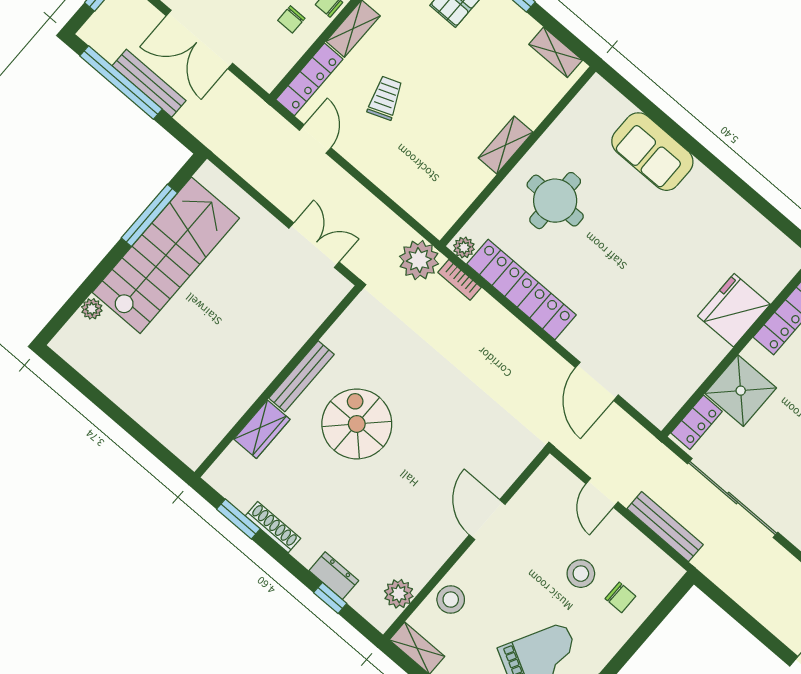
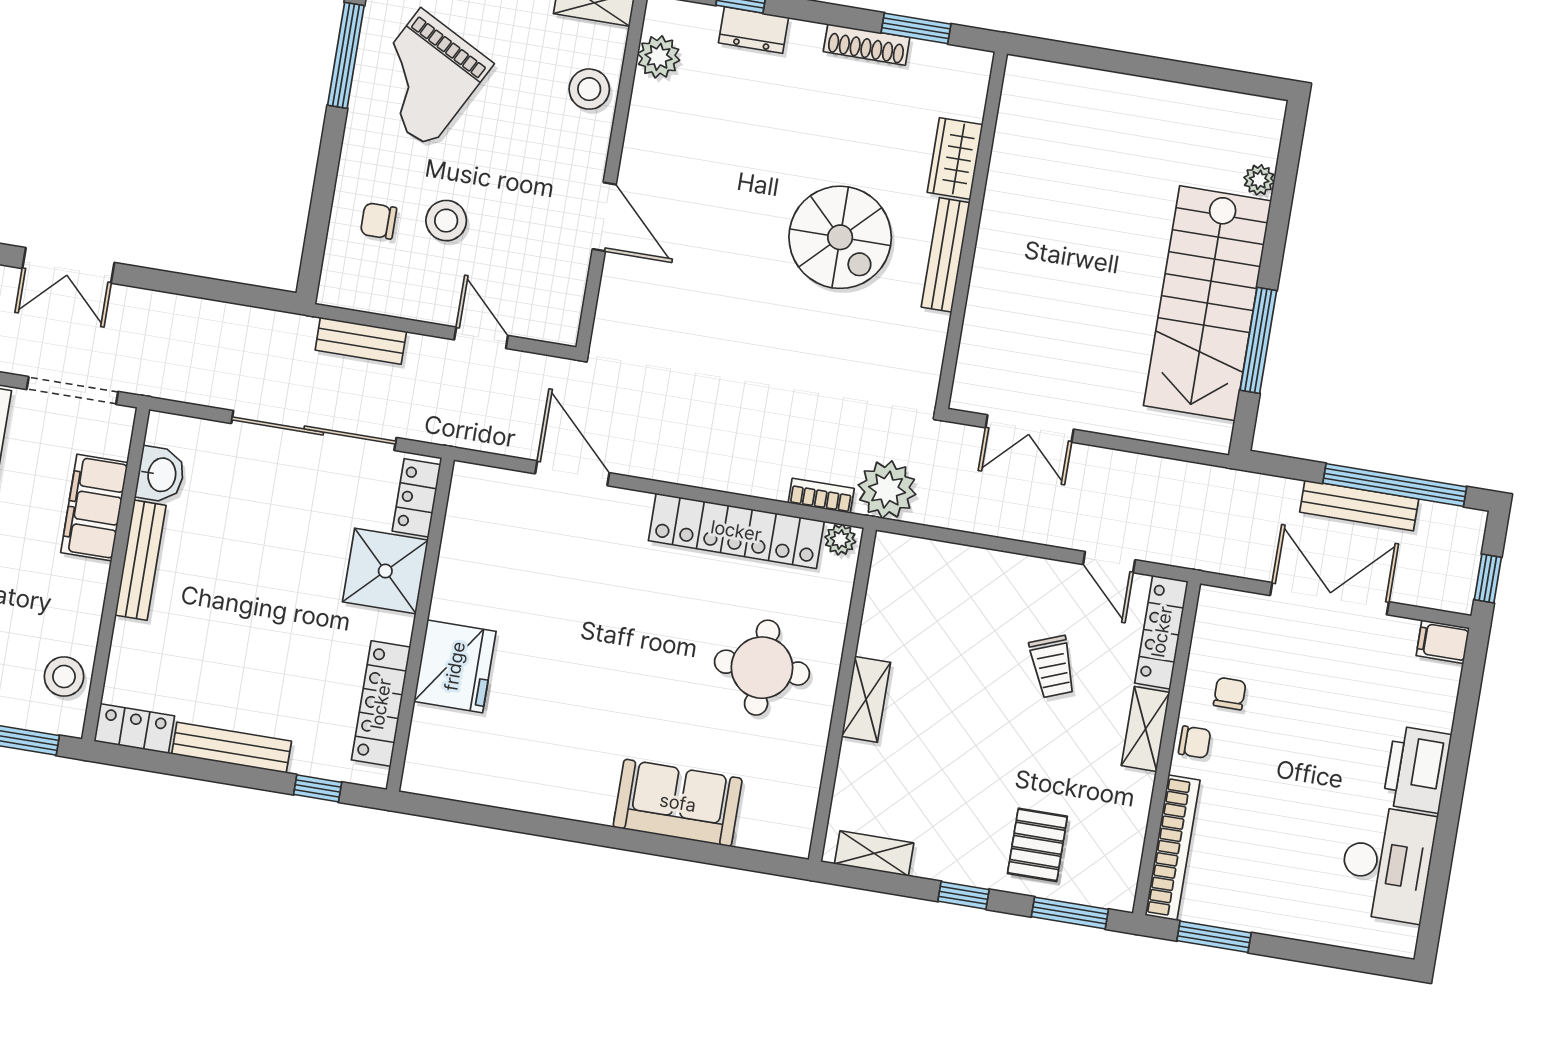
bench: (665, 527) -> (361, 341), width x0.73

